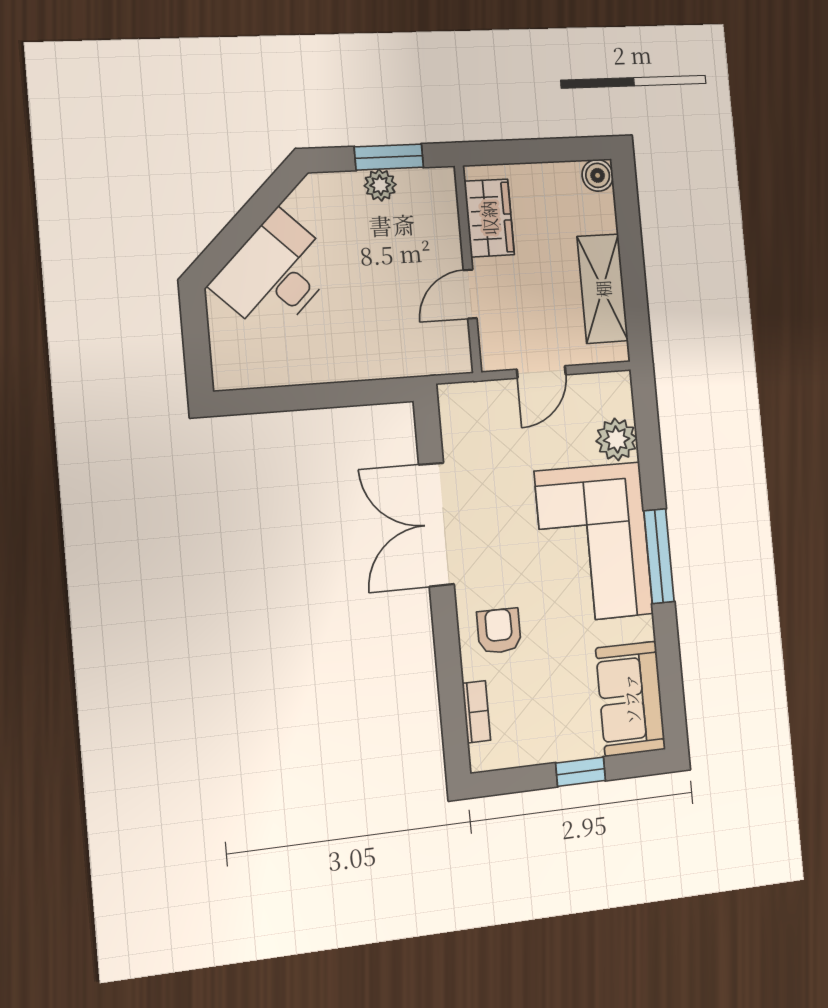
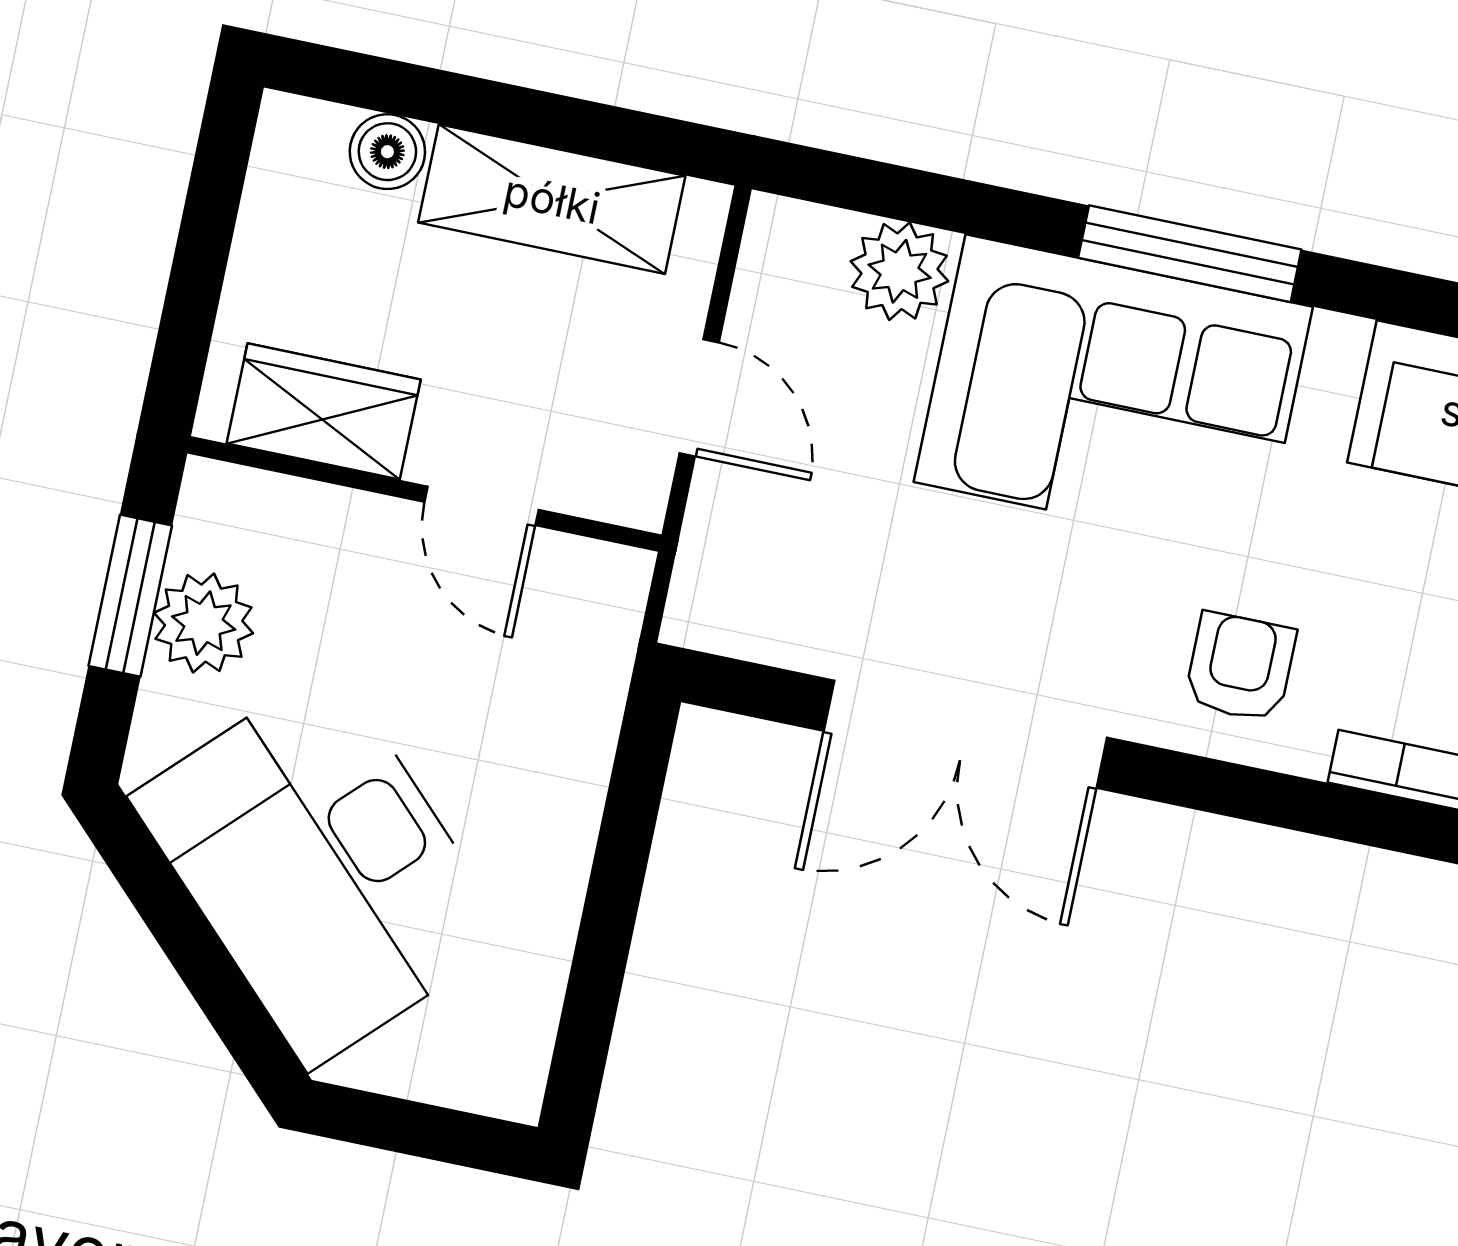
boiler: (598, 175) -> (387, 152), moved
plant: (380, 185) -> (204, 623), width x1.38, depth x1.38
desk: (275, 274) -> (321, 867), width x1.36, depth x1.30
armchair: (499, 631) -> (1240, 667), turned 90

